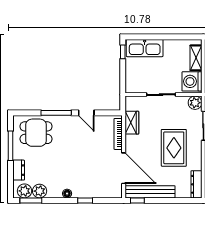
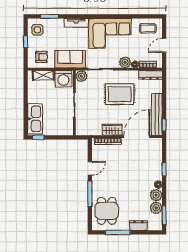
wardrobe: (132, 123) -> (112, 130), moved
plant: (25, 191) -> (156, 195), moved

